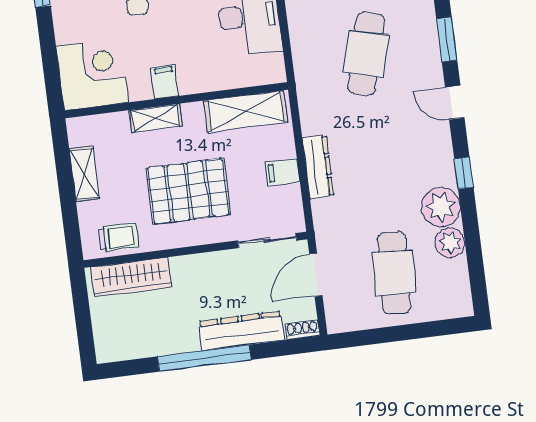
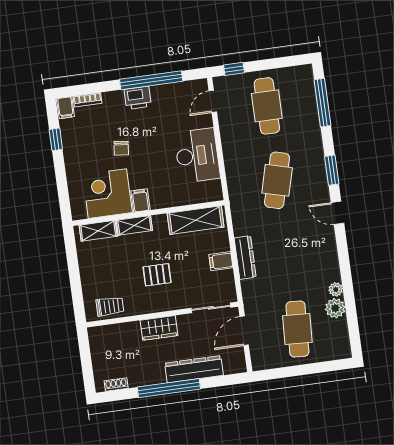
corner desk: (92, 74) -> (107, 194), moved, turned -90
window: (464, 173) -> (344, 261), removed
shelving: (84, 174) -> (98, 231), moved, turned 90
pallet: (188, 191) -> (157, 275), width x0.49, depth x0.50
plant: (441, 207) -> (336, 289), width x0.53, depth x0.53
wardrobe: (131, 277) -> (159, 328), moved, width x0.67
shoe rack: (302, 330) -> (116, 385), moved

